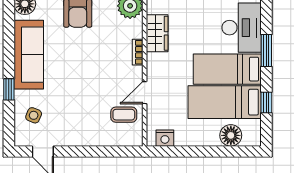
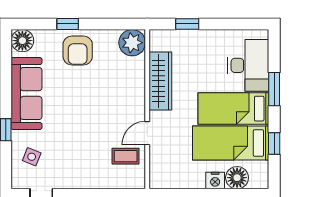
wardrobe: (157, 33) -> (160, 81), width x1.50
bookcase: (138, 52) -> (140, 91), removed
nightstand: (165, 138) -> (215, 181), moved

